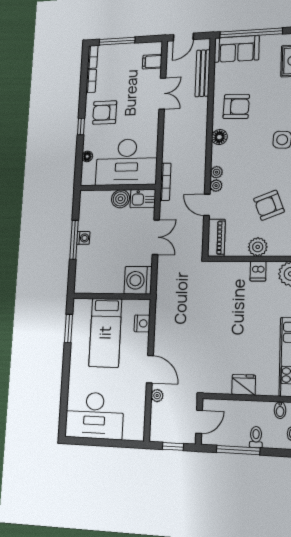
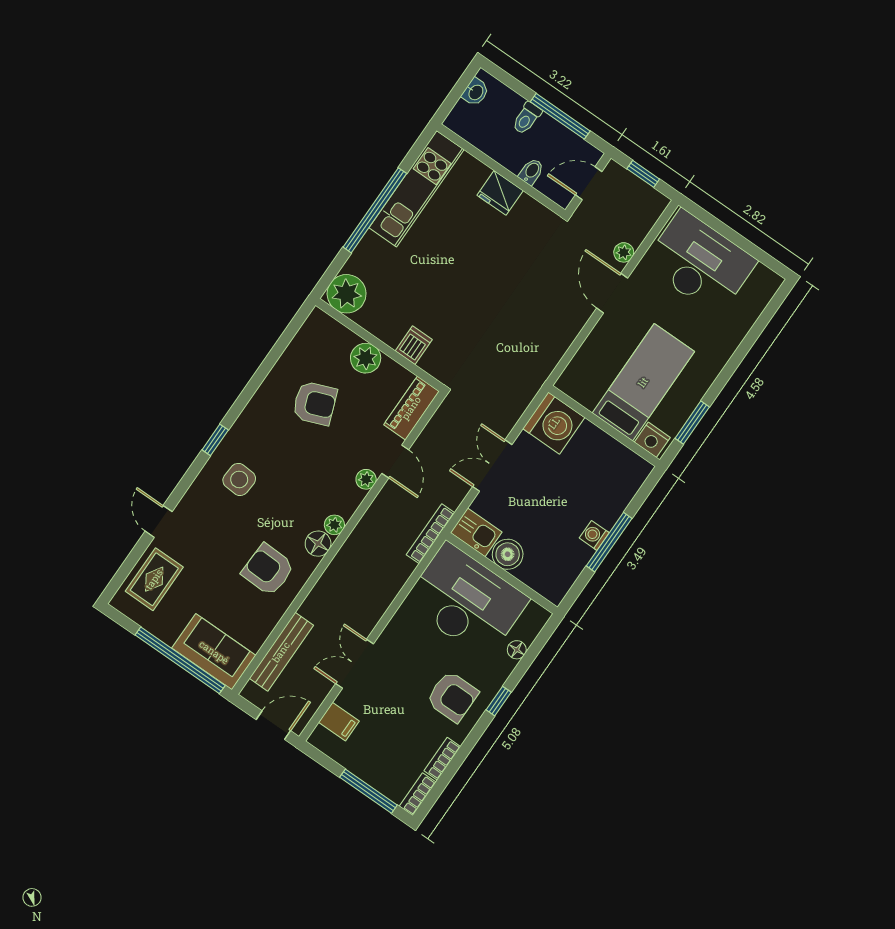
plant: (216, 172) -> (334, 525), moved
dishwasher: (258, 271) -> (414, 345), moved
nightstand: (142, 323) -> (652, 440), moved, turned -90
bidet: (280, 410) -> (531, 172), moved
desk: (94, 415) -> (700, 263), moved

